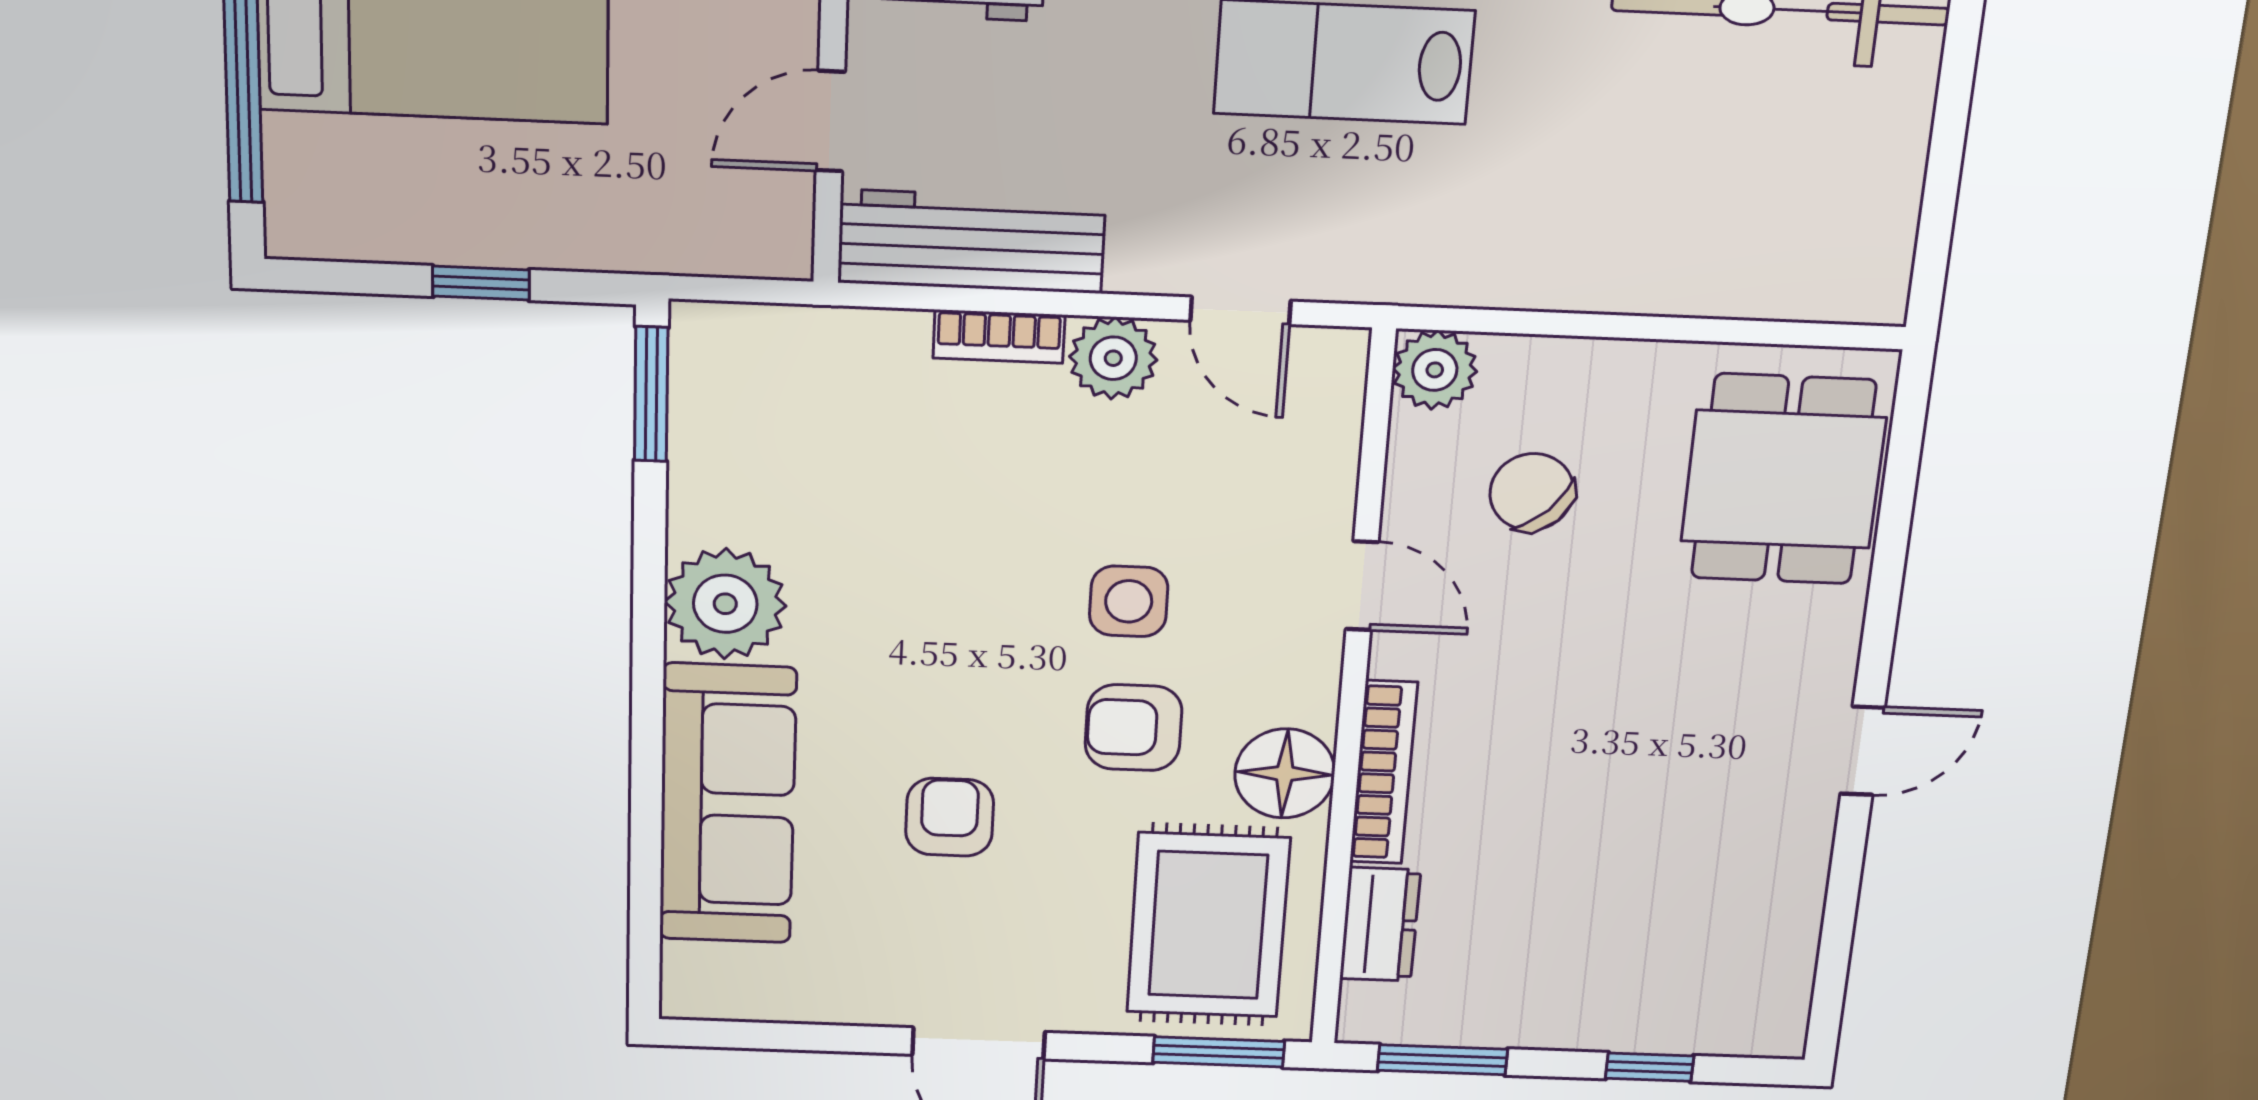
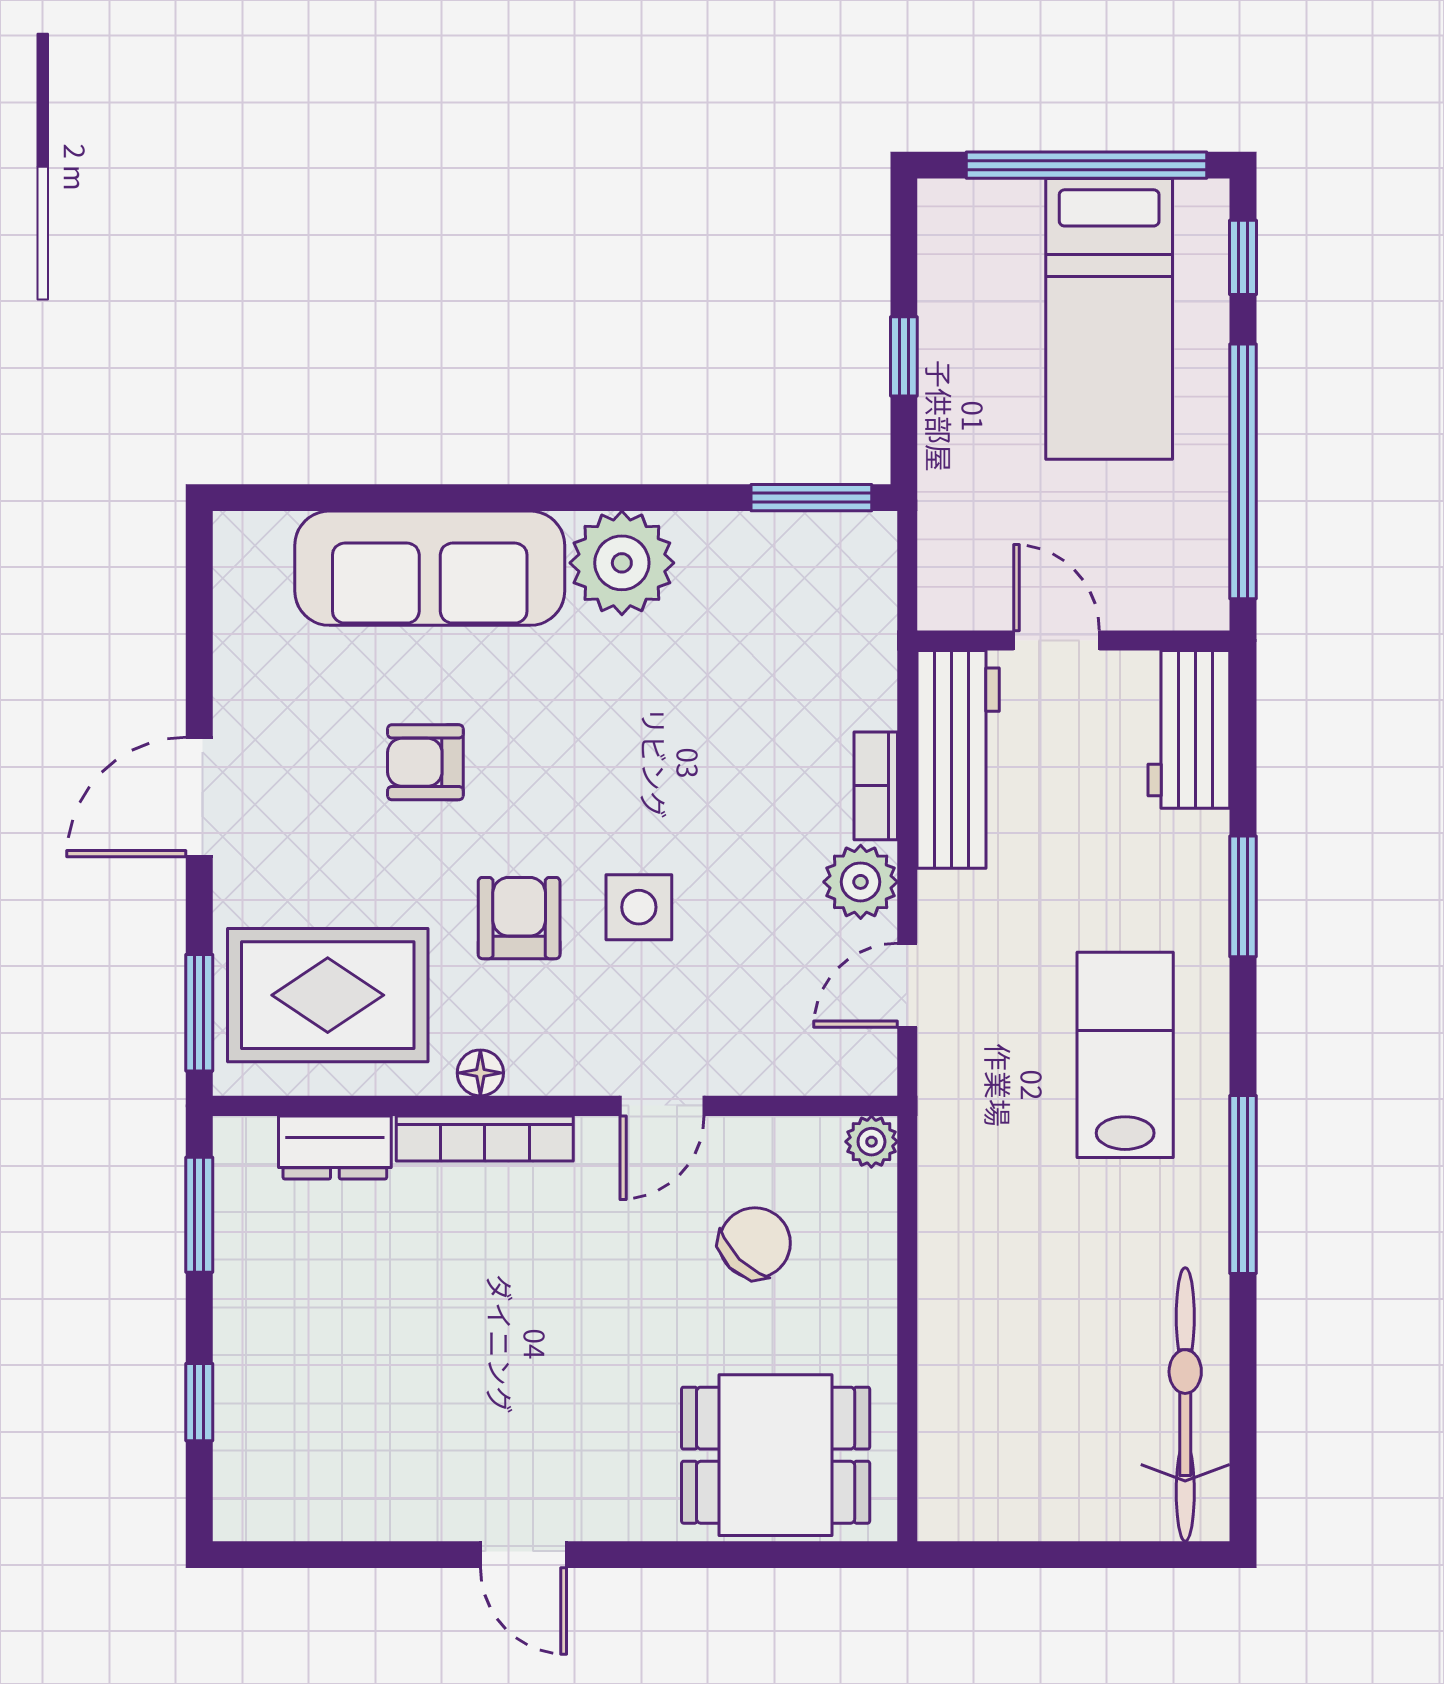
plant: (1435, 370) -> (871, 1142), width x0.73, depth x0.73
floor lamp: (1285, 773) -> (480, 1073), width x0.53, depth x0.53
armchair: (950, 817) -> (425, 762), turned 180

